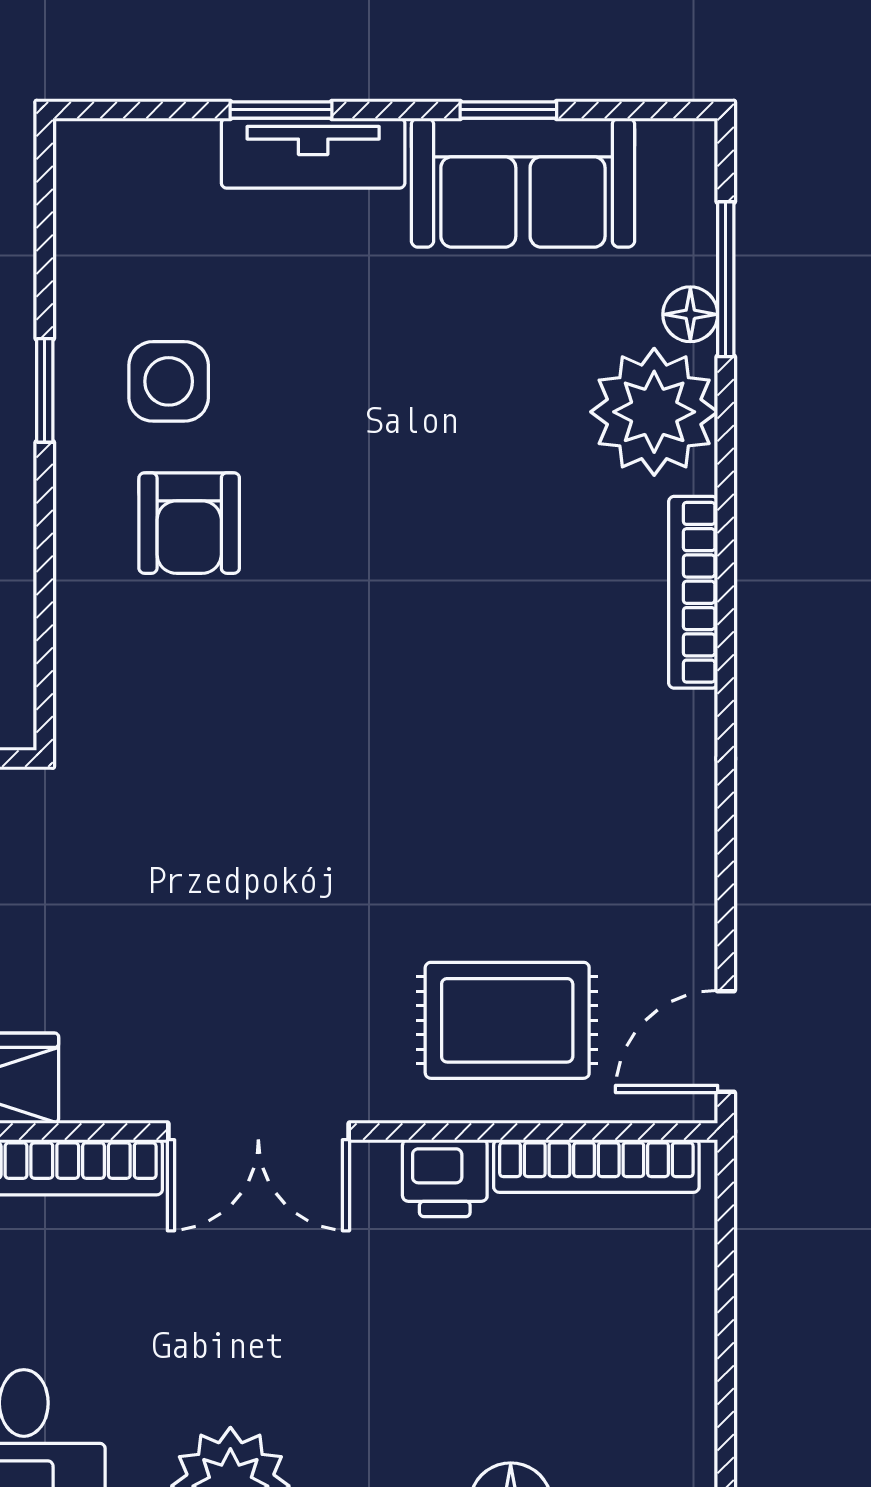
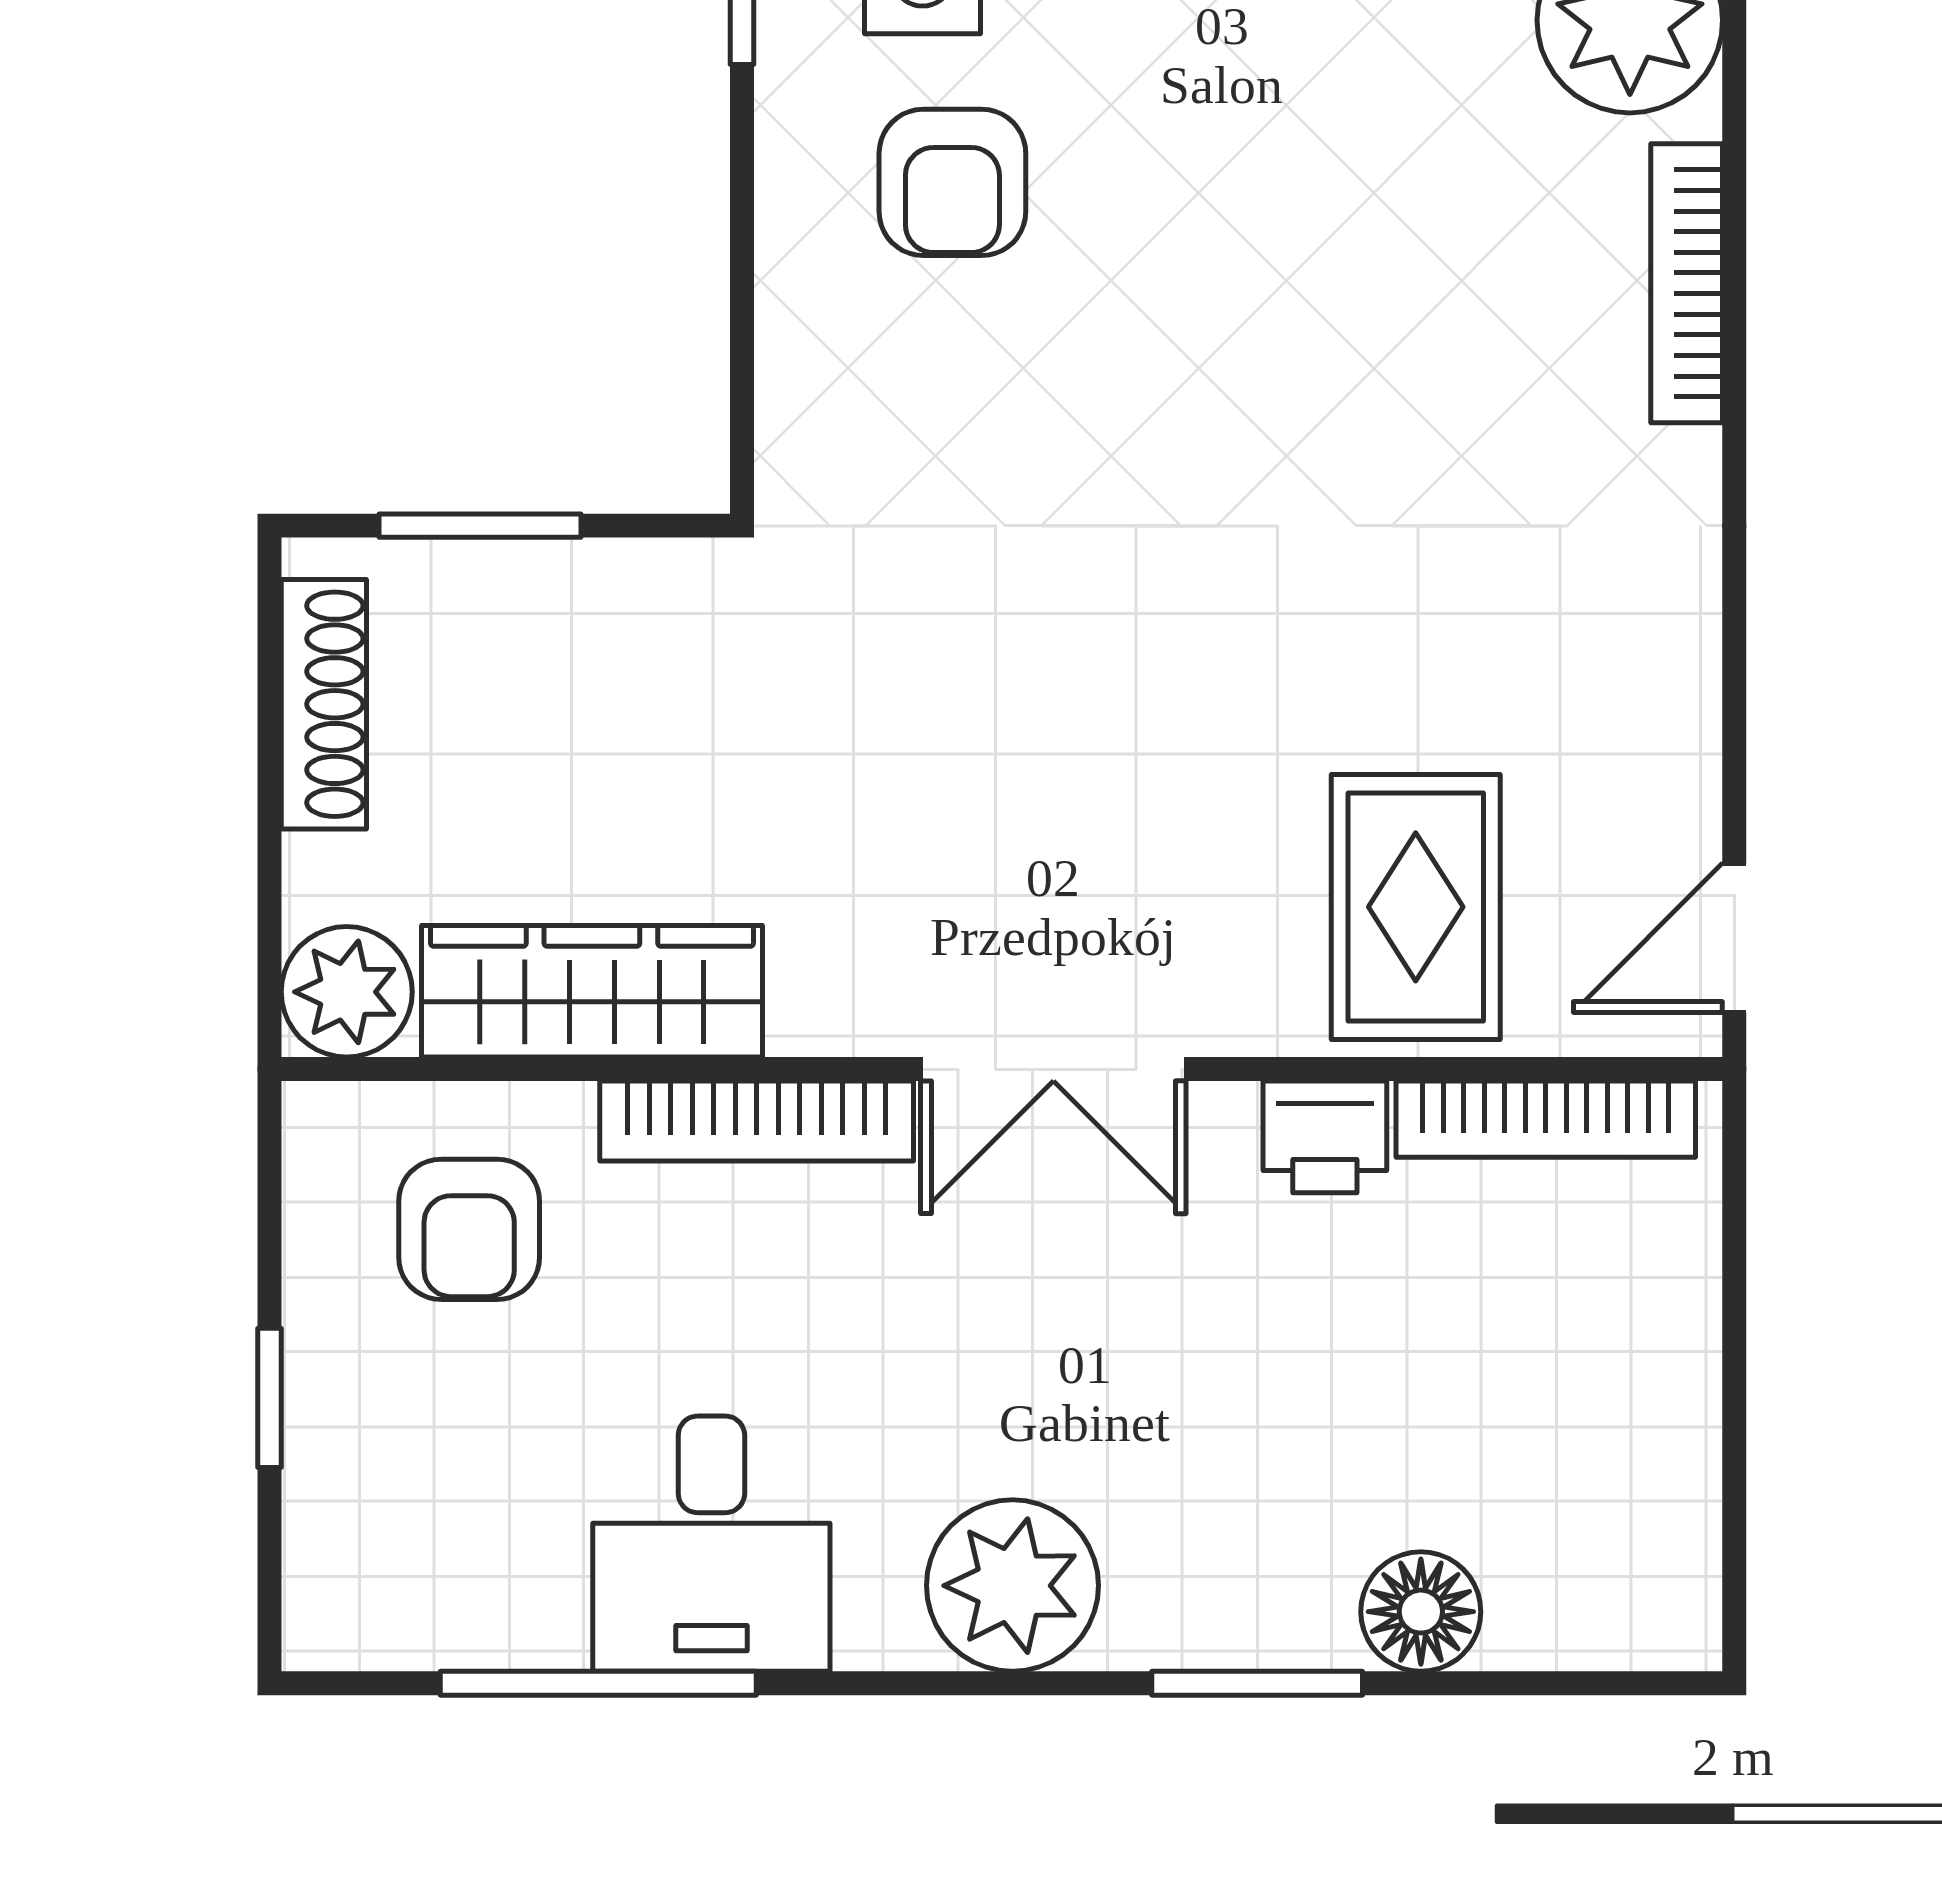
rug: (507, 1020) -> (1416, 907), turned 90

